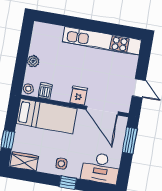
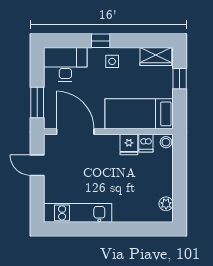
kitchen unit: (102, 41) -> (78, 213), width x0.73
plant: (33, 61) -> (166, 204), moved
fridge: (79, 95) -> (129, 145), moved

